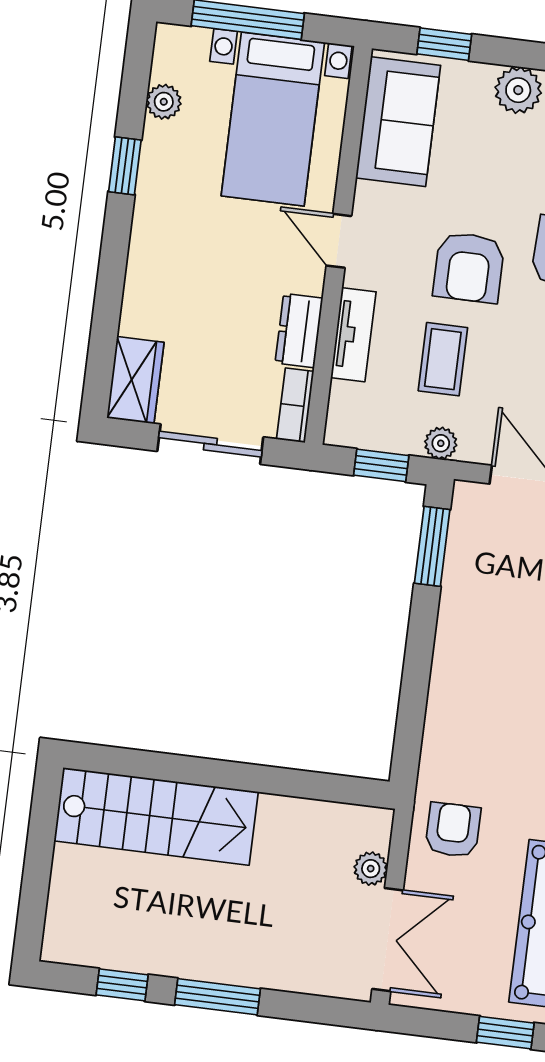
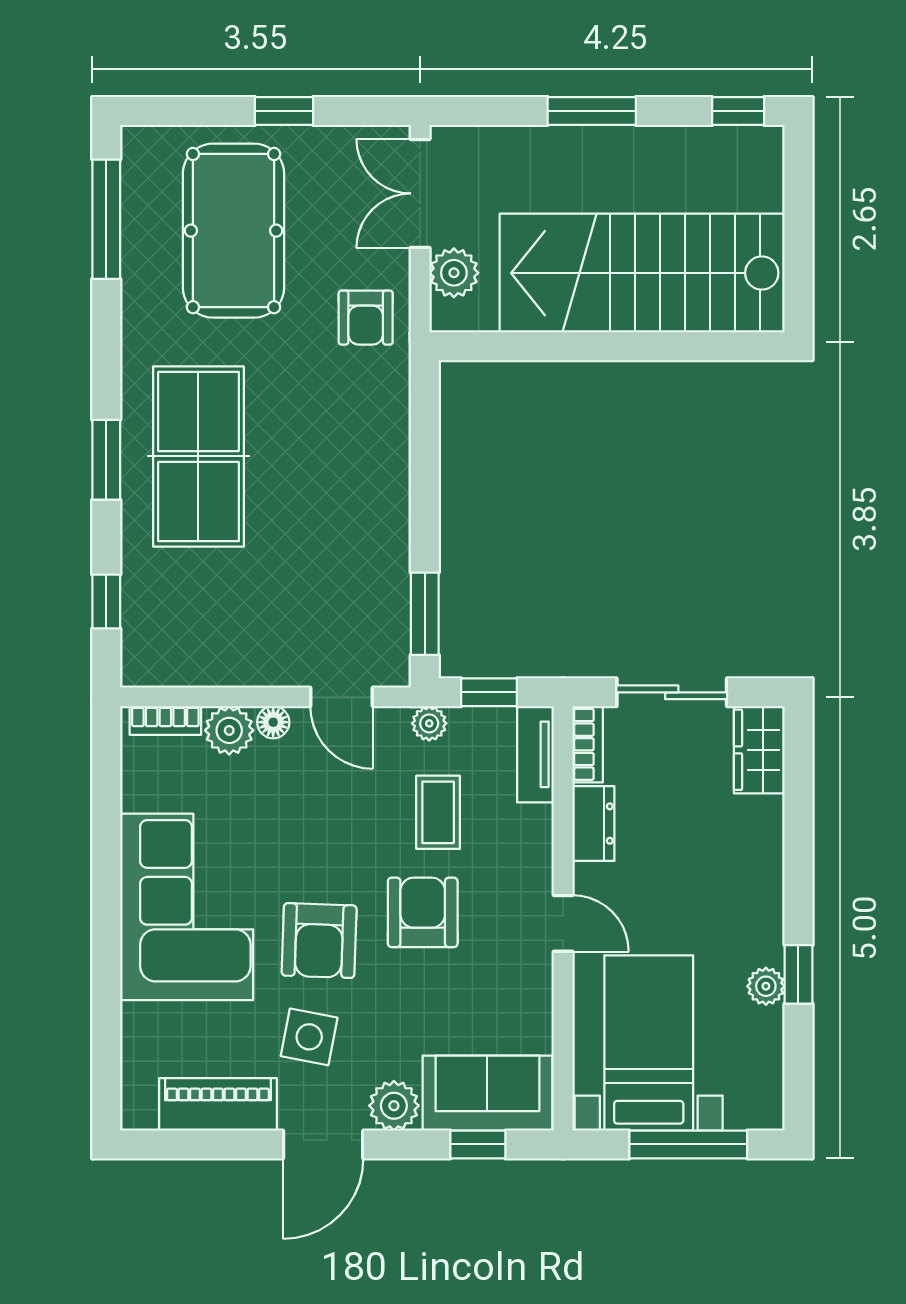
plant: (164, 102) -> (766, 986), moved
sofa: (398, 122) -> (487, 1093), moved, turned 90
tv unit: (353, 335) -> (535, 754), moved
stairs: (156, 816) -> (642, 273), width x1.36, depth x1.51
plant: (371, 869) -> (454, 273), width x1.38, depth x1.38
window: (122, 985) -> (738, 111), moved

